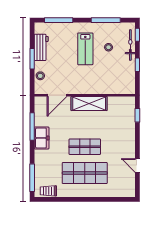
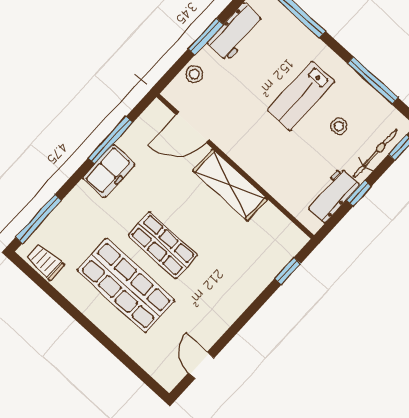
workbench: (129, 74) -> (332, 195), added
door: (137, 166) -> (201, 365), moved

